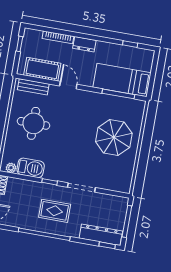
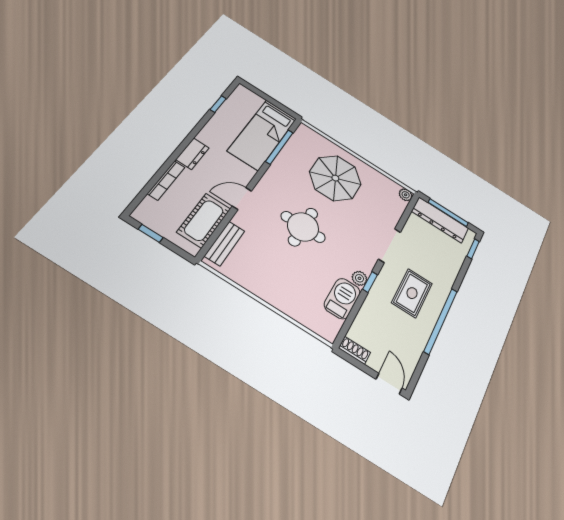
round table: (34, 123) -> (303, 227), moved
plant: (11, 168) -> (359, 278), moved
plant: (126, 188) -> (406, 195), added
dresser: (101, 235) -> (440, 220), moved, turned -90

